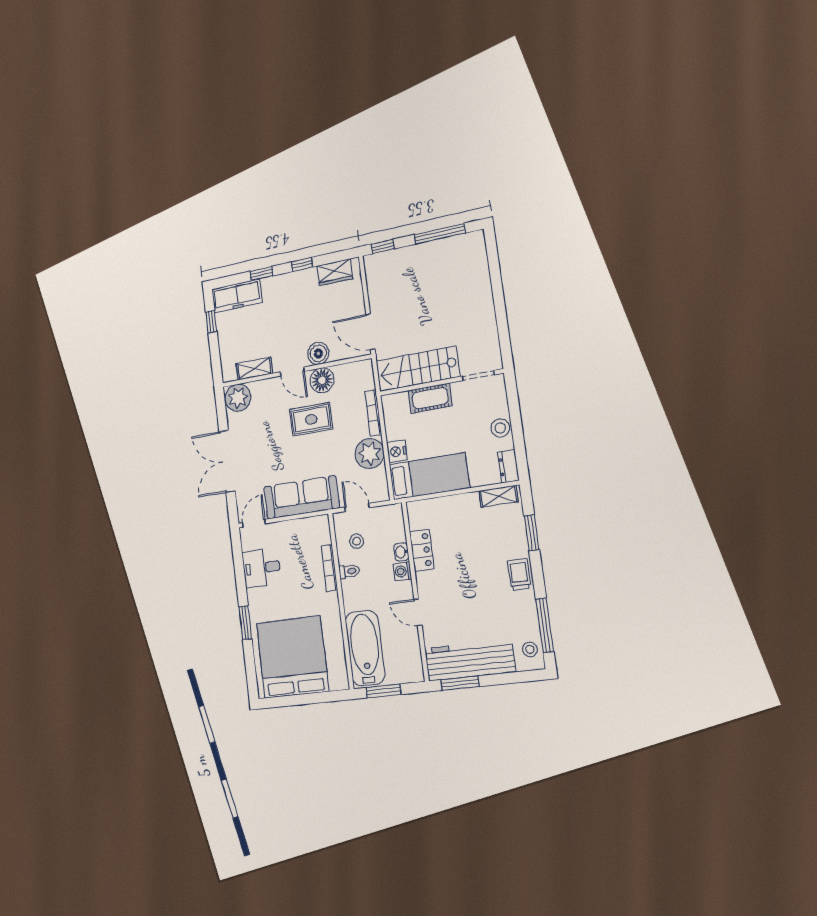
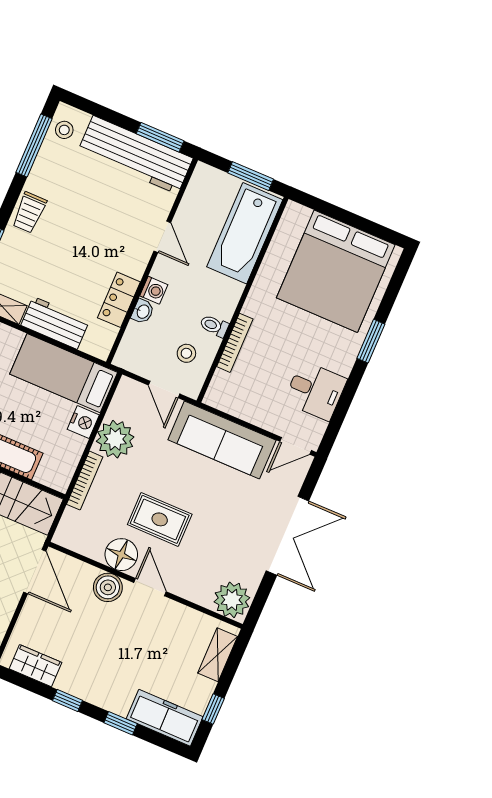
shelving: (254, 369) -> (218, 655), moved, turned 90
workbench: (455, 507) -> (55, 323), added

